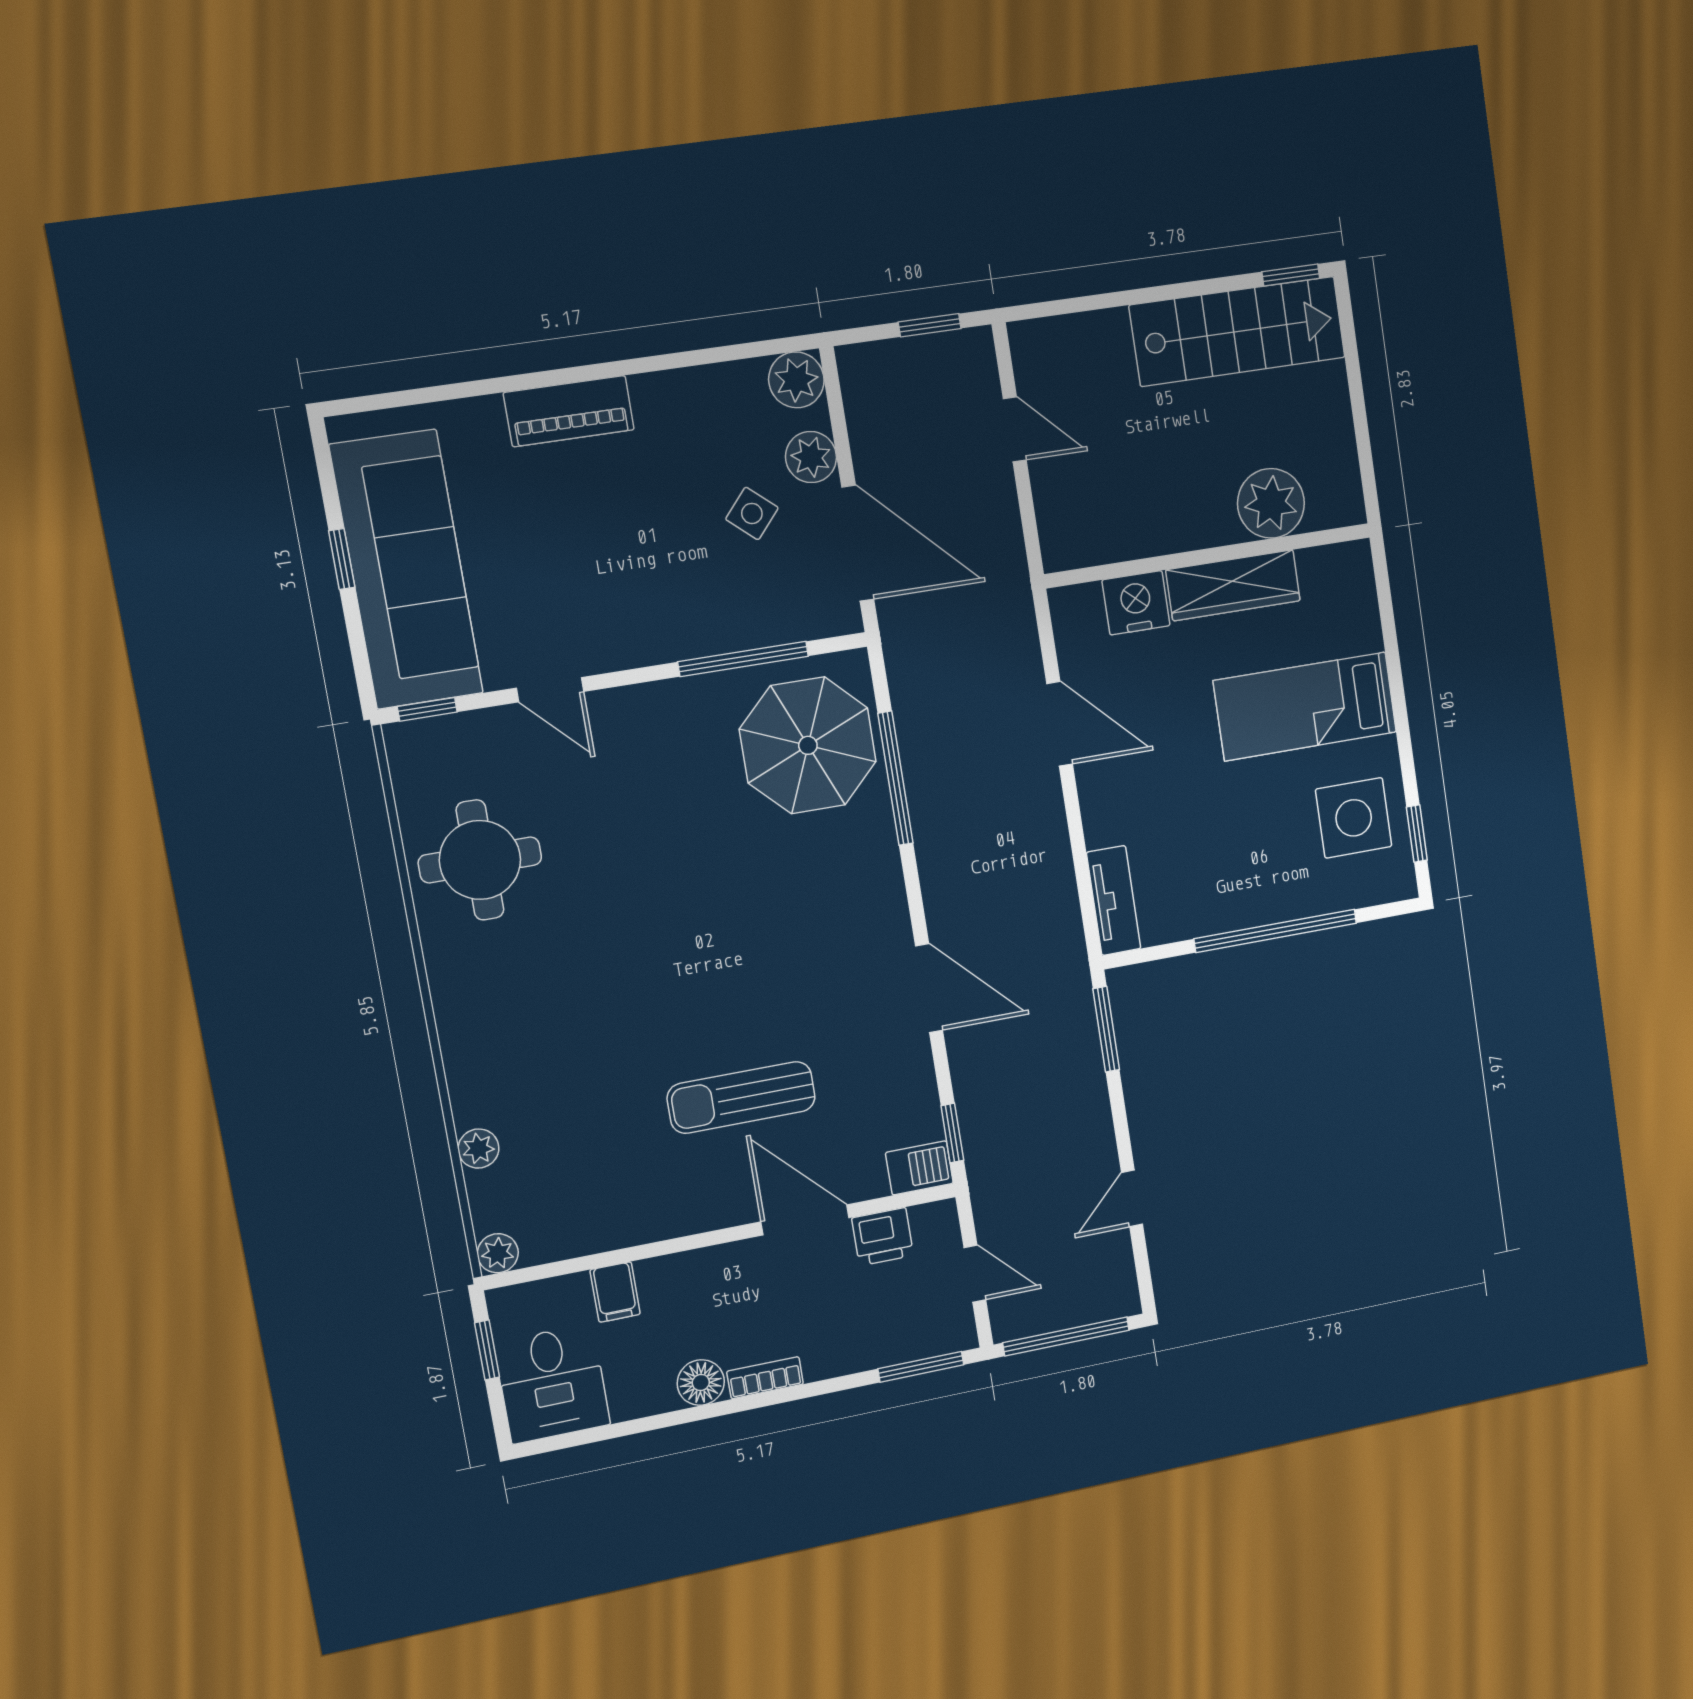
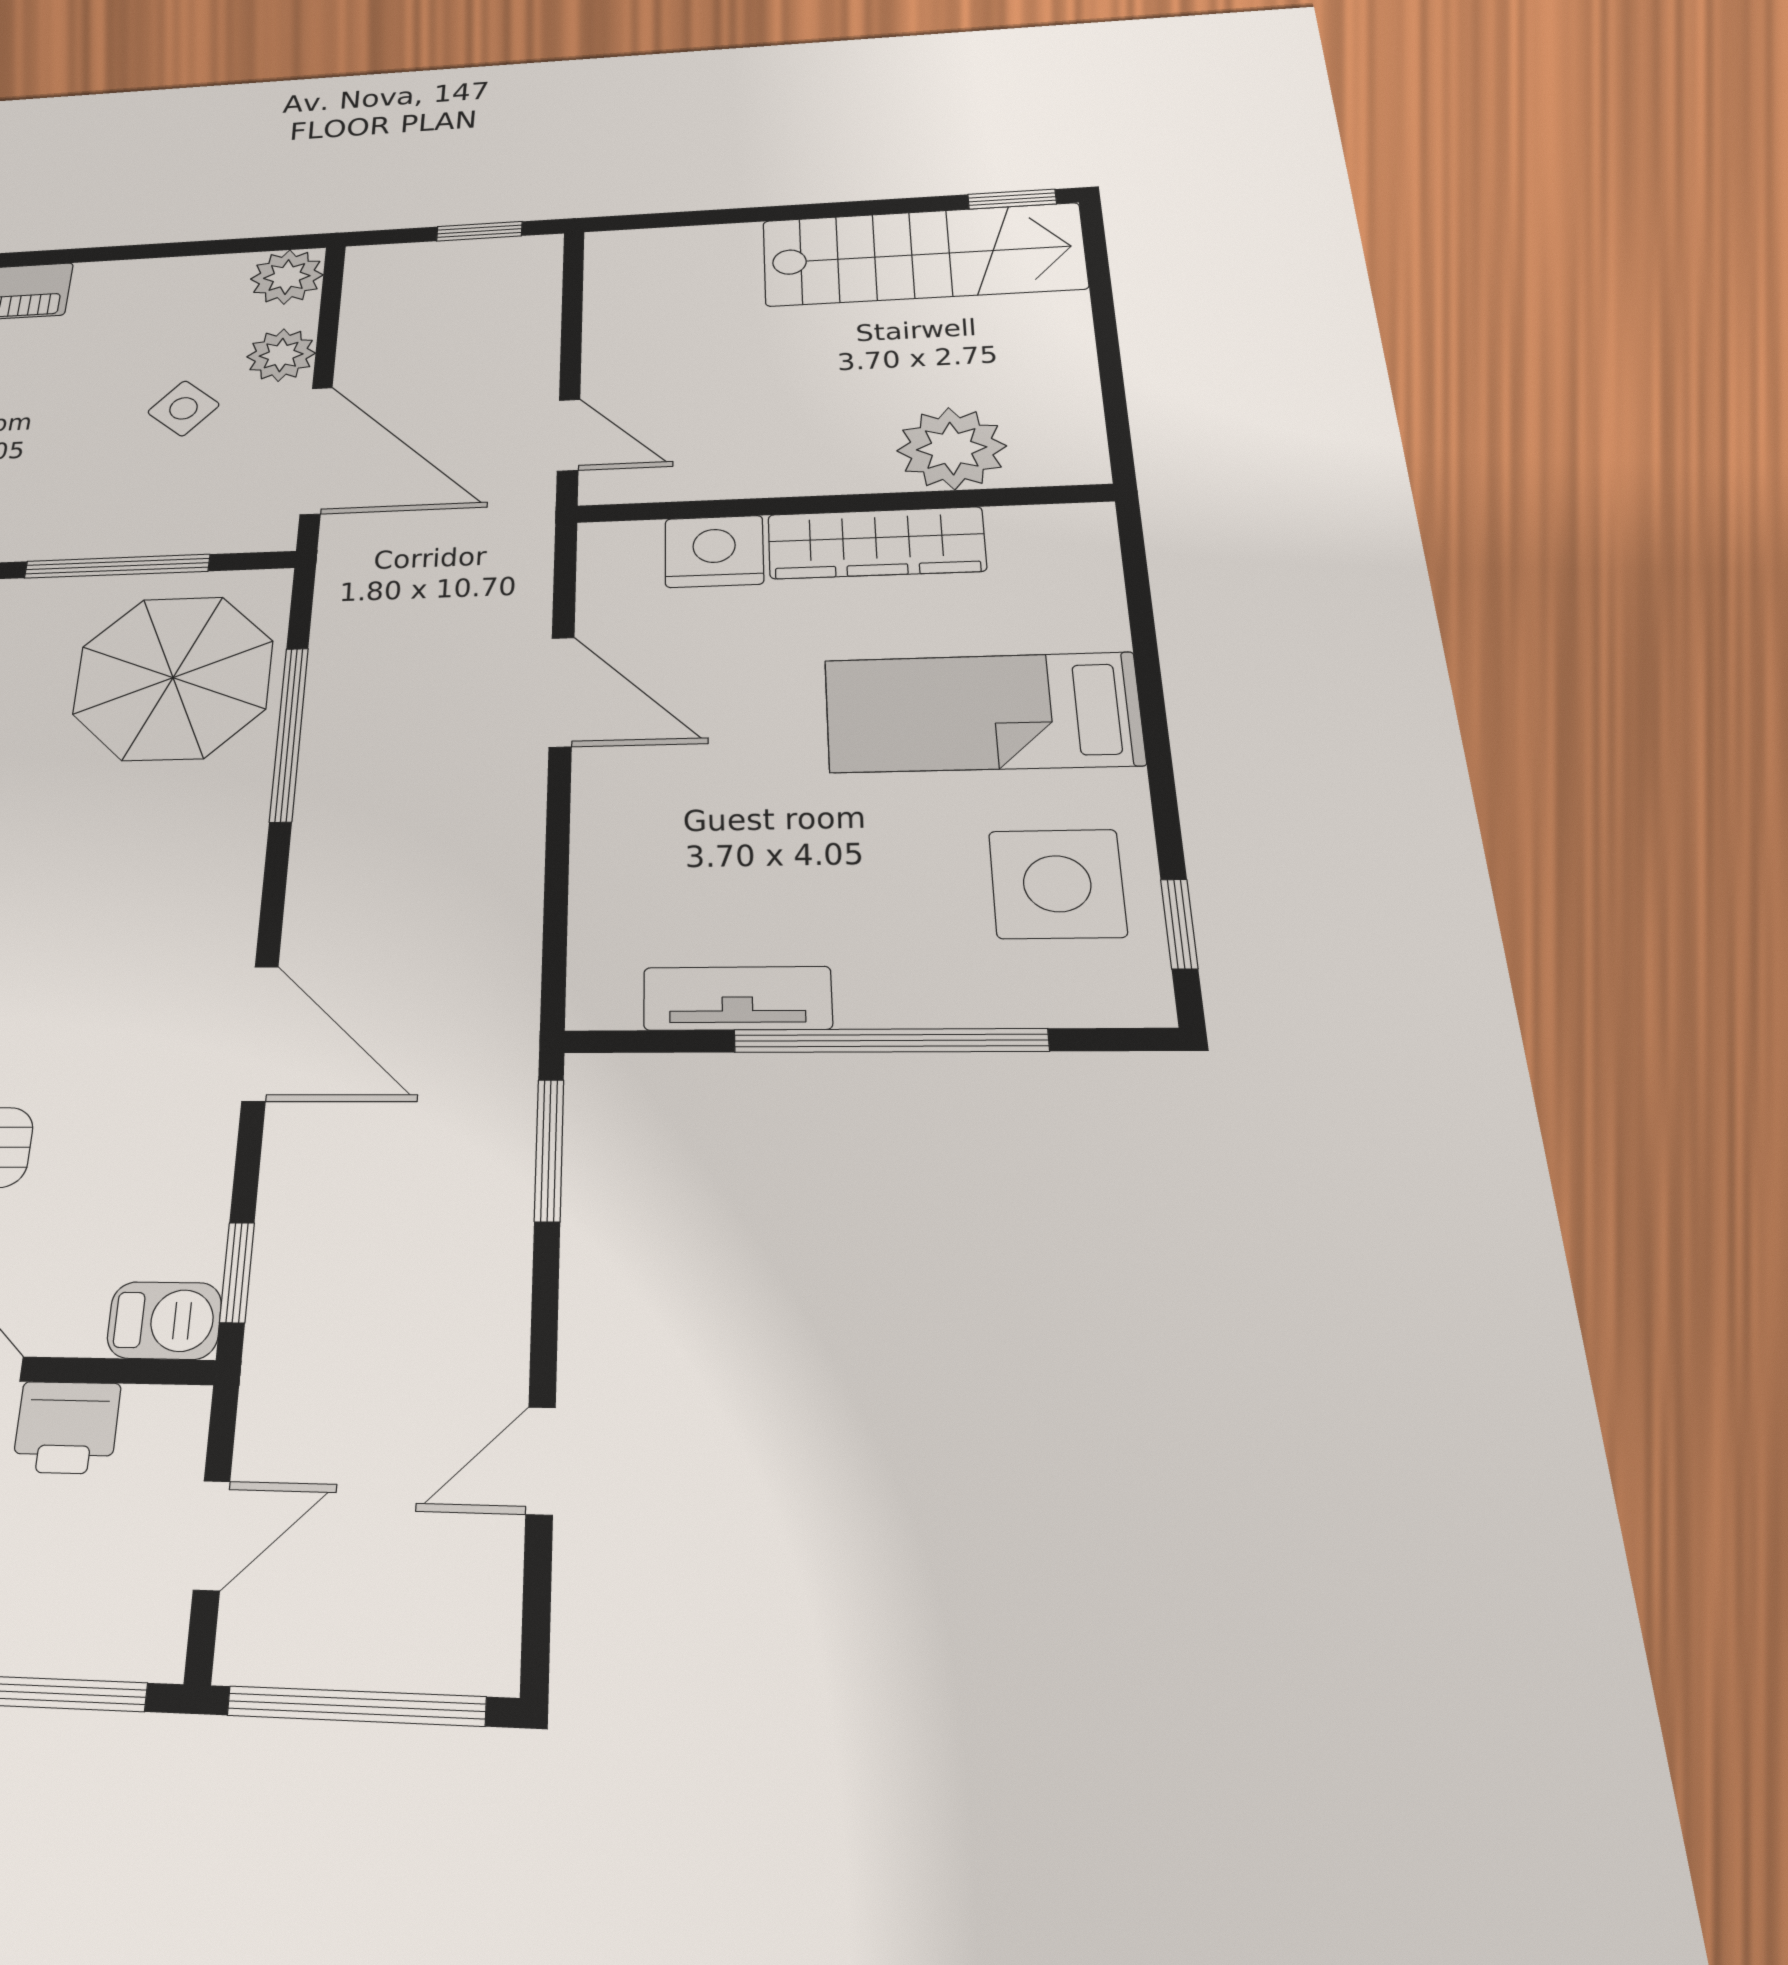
door: (1015, 429) -> (569, 435), moved
tv unit: (1114, 901) -> (737, 998), moved, turned -90
door: (975, 1274) -> (212, 1535), hinge flipped

